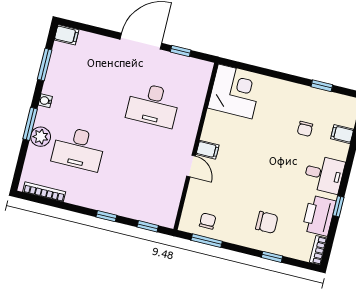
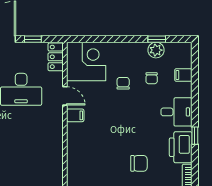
locker: (202, 78) -> (56, 57), added
plant: (318, 98) -> (156, 50), added
door: (191, 166) -> (65, 96), moved
chair: (208, 221) -> (123, 83), moved

